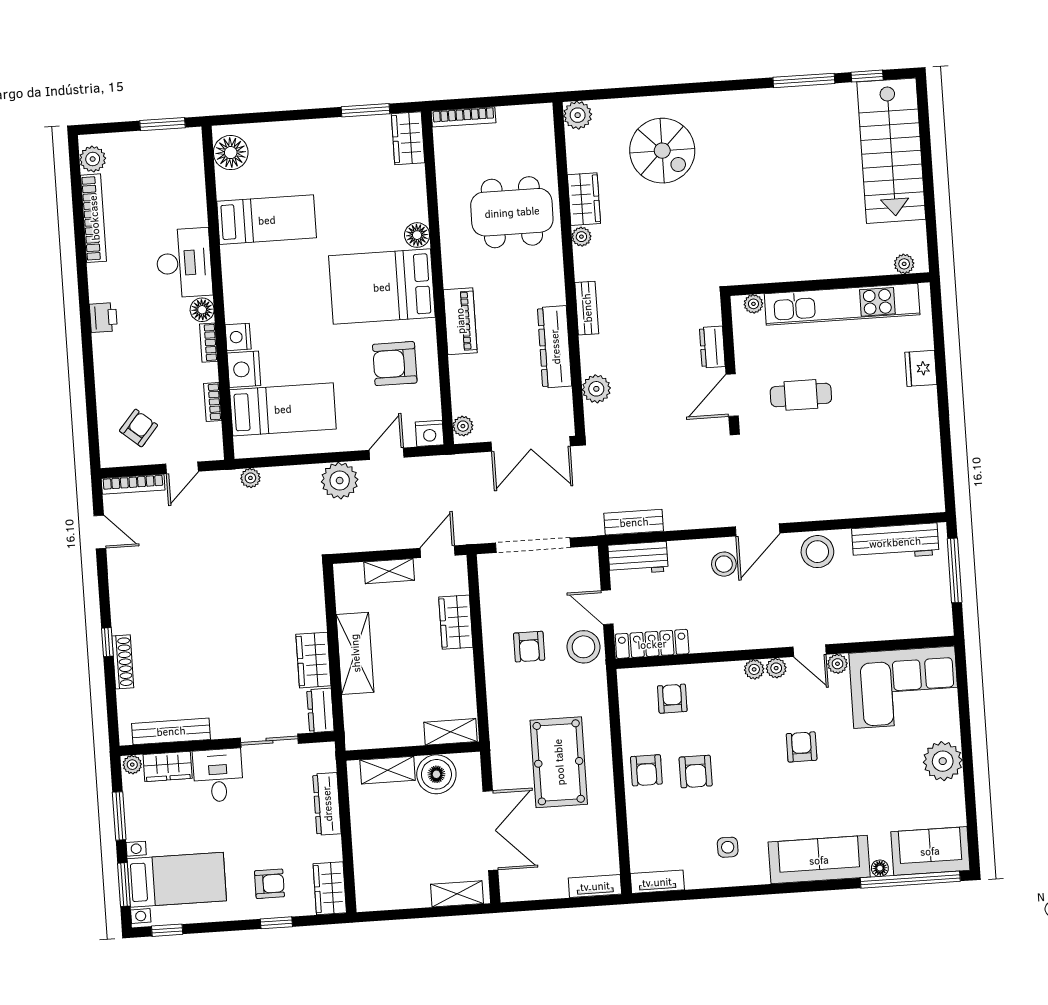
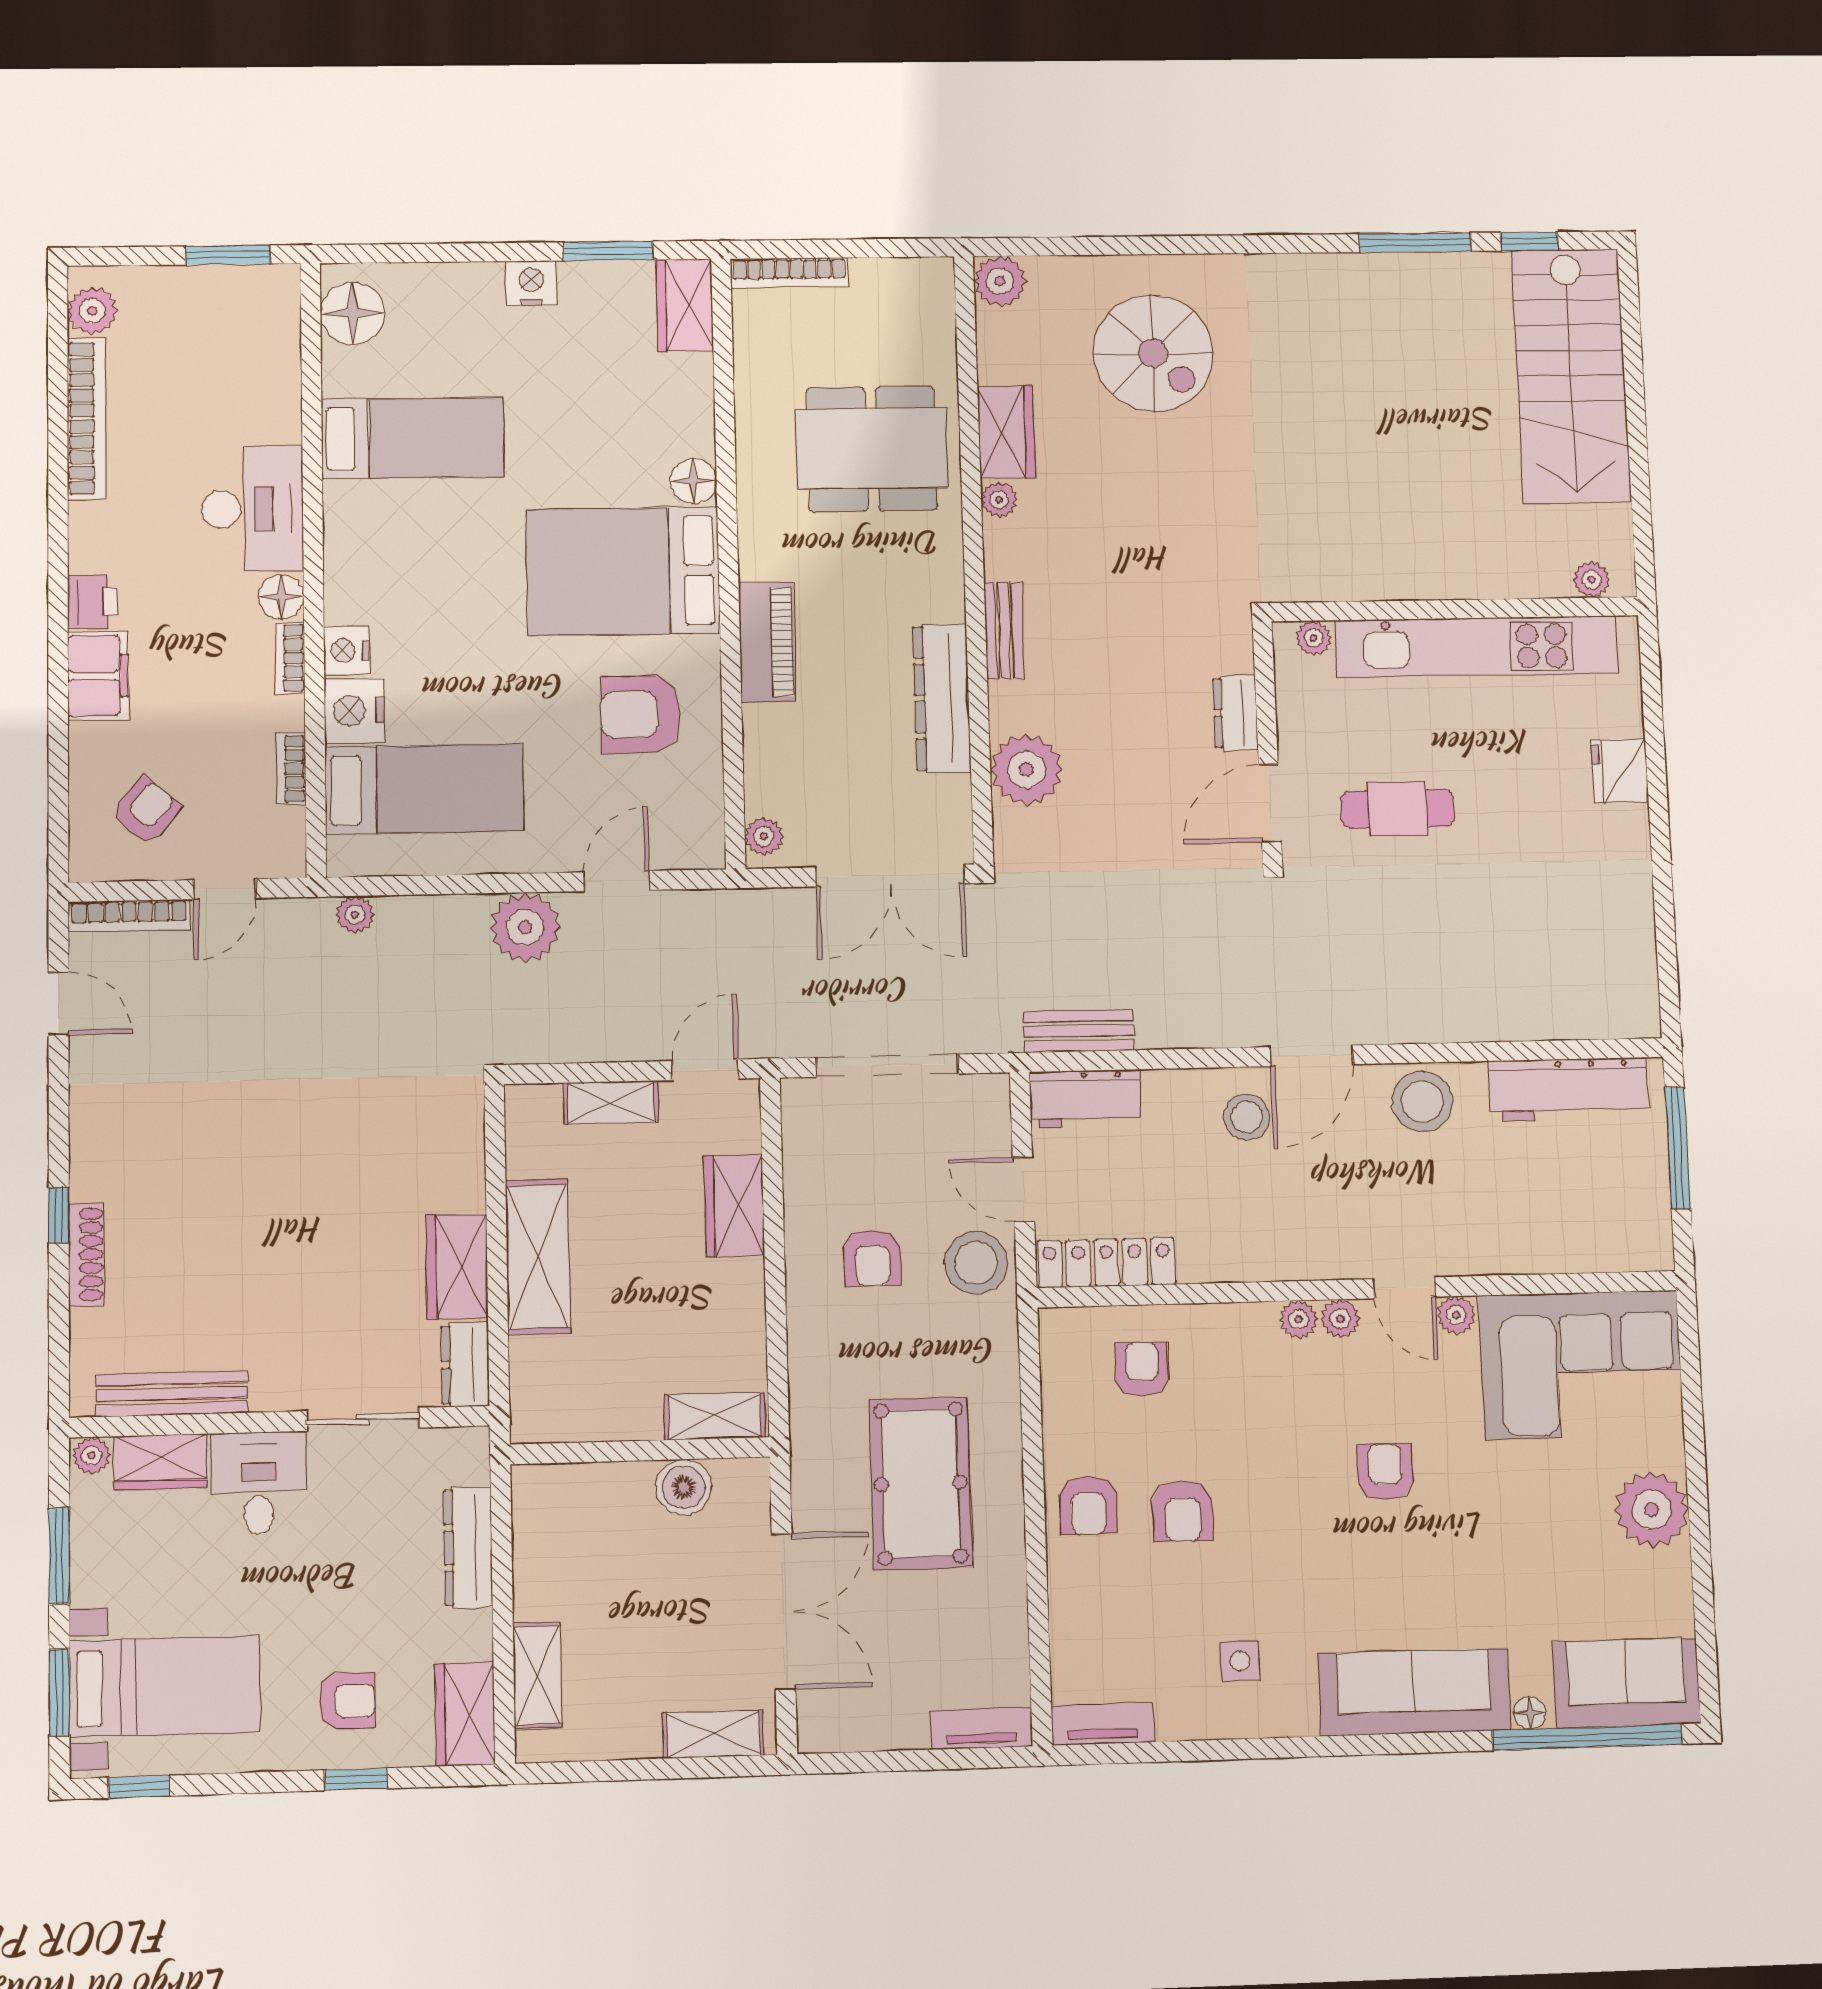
filing cabinet: (109, 357) -> (98, 676), added
plant: (596, 389) -> (1026, 770), width x1.36, depth x1.36
nightstand: (430, 433) -> (531, 283), moved, turned 180
shelving: (388, 770) -> (537, 1675), moved, turned 90
boiler: (436, 774) -> (684, 1487), width x0.73, depth x0.73

